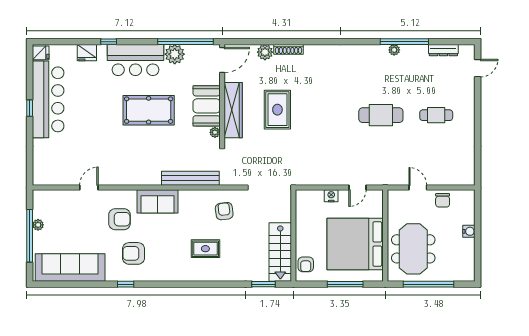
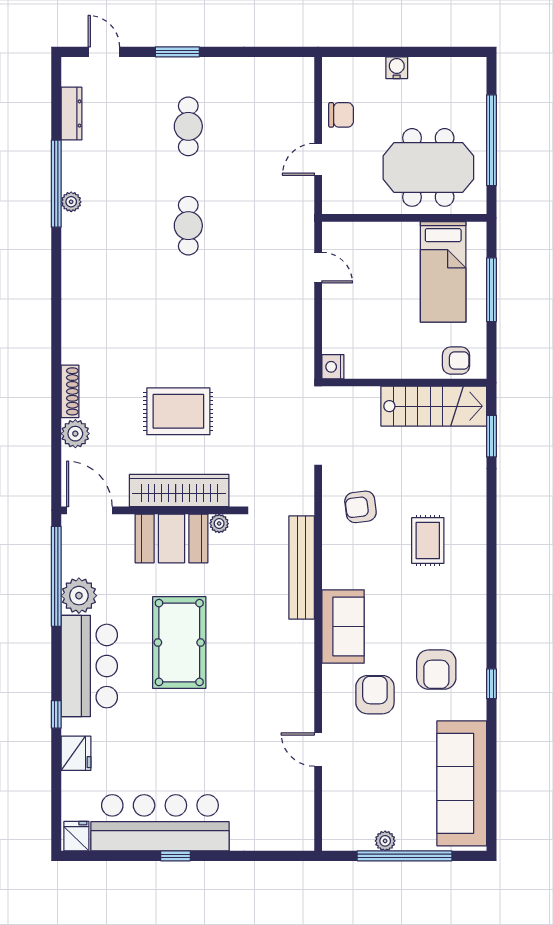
window: (478, 109) -> (177, 52), added
cafe table: (381, 115) -> (188, 226), width x0.73, depth x0.74
nightstand: (331, 196) -> (333, 367), moved
bed: (355, 244) -> (443, 272), width x0.49

